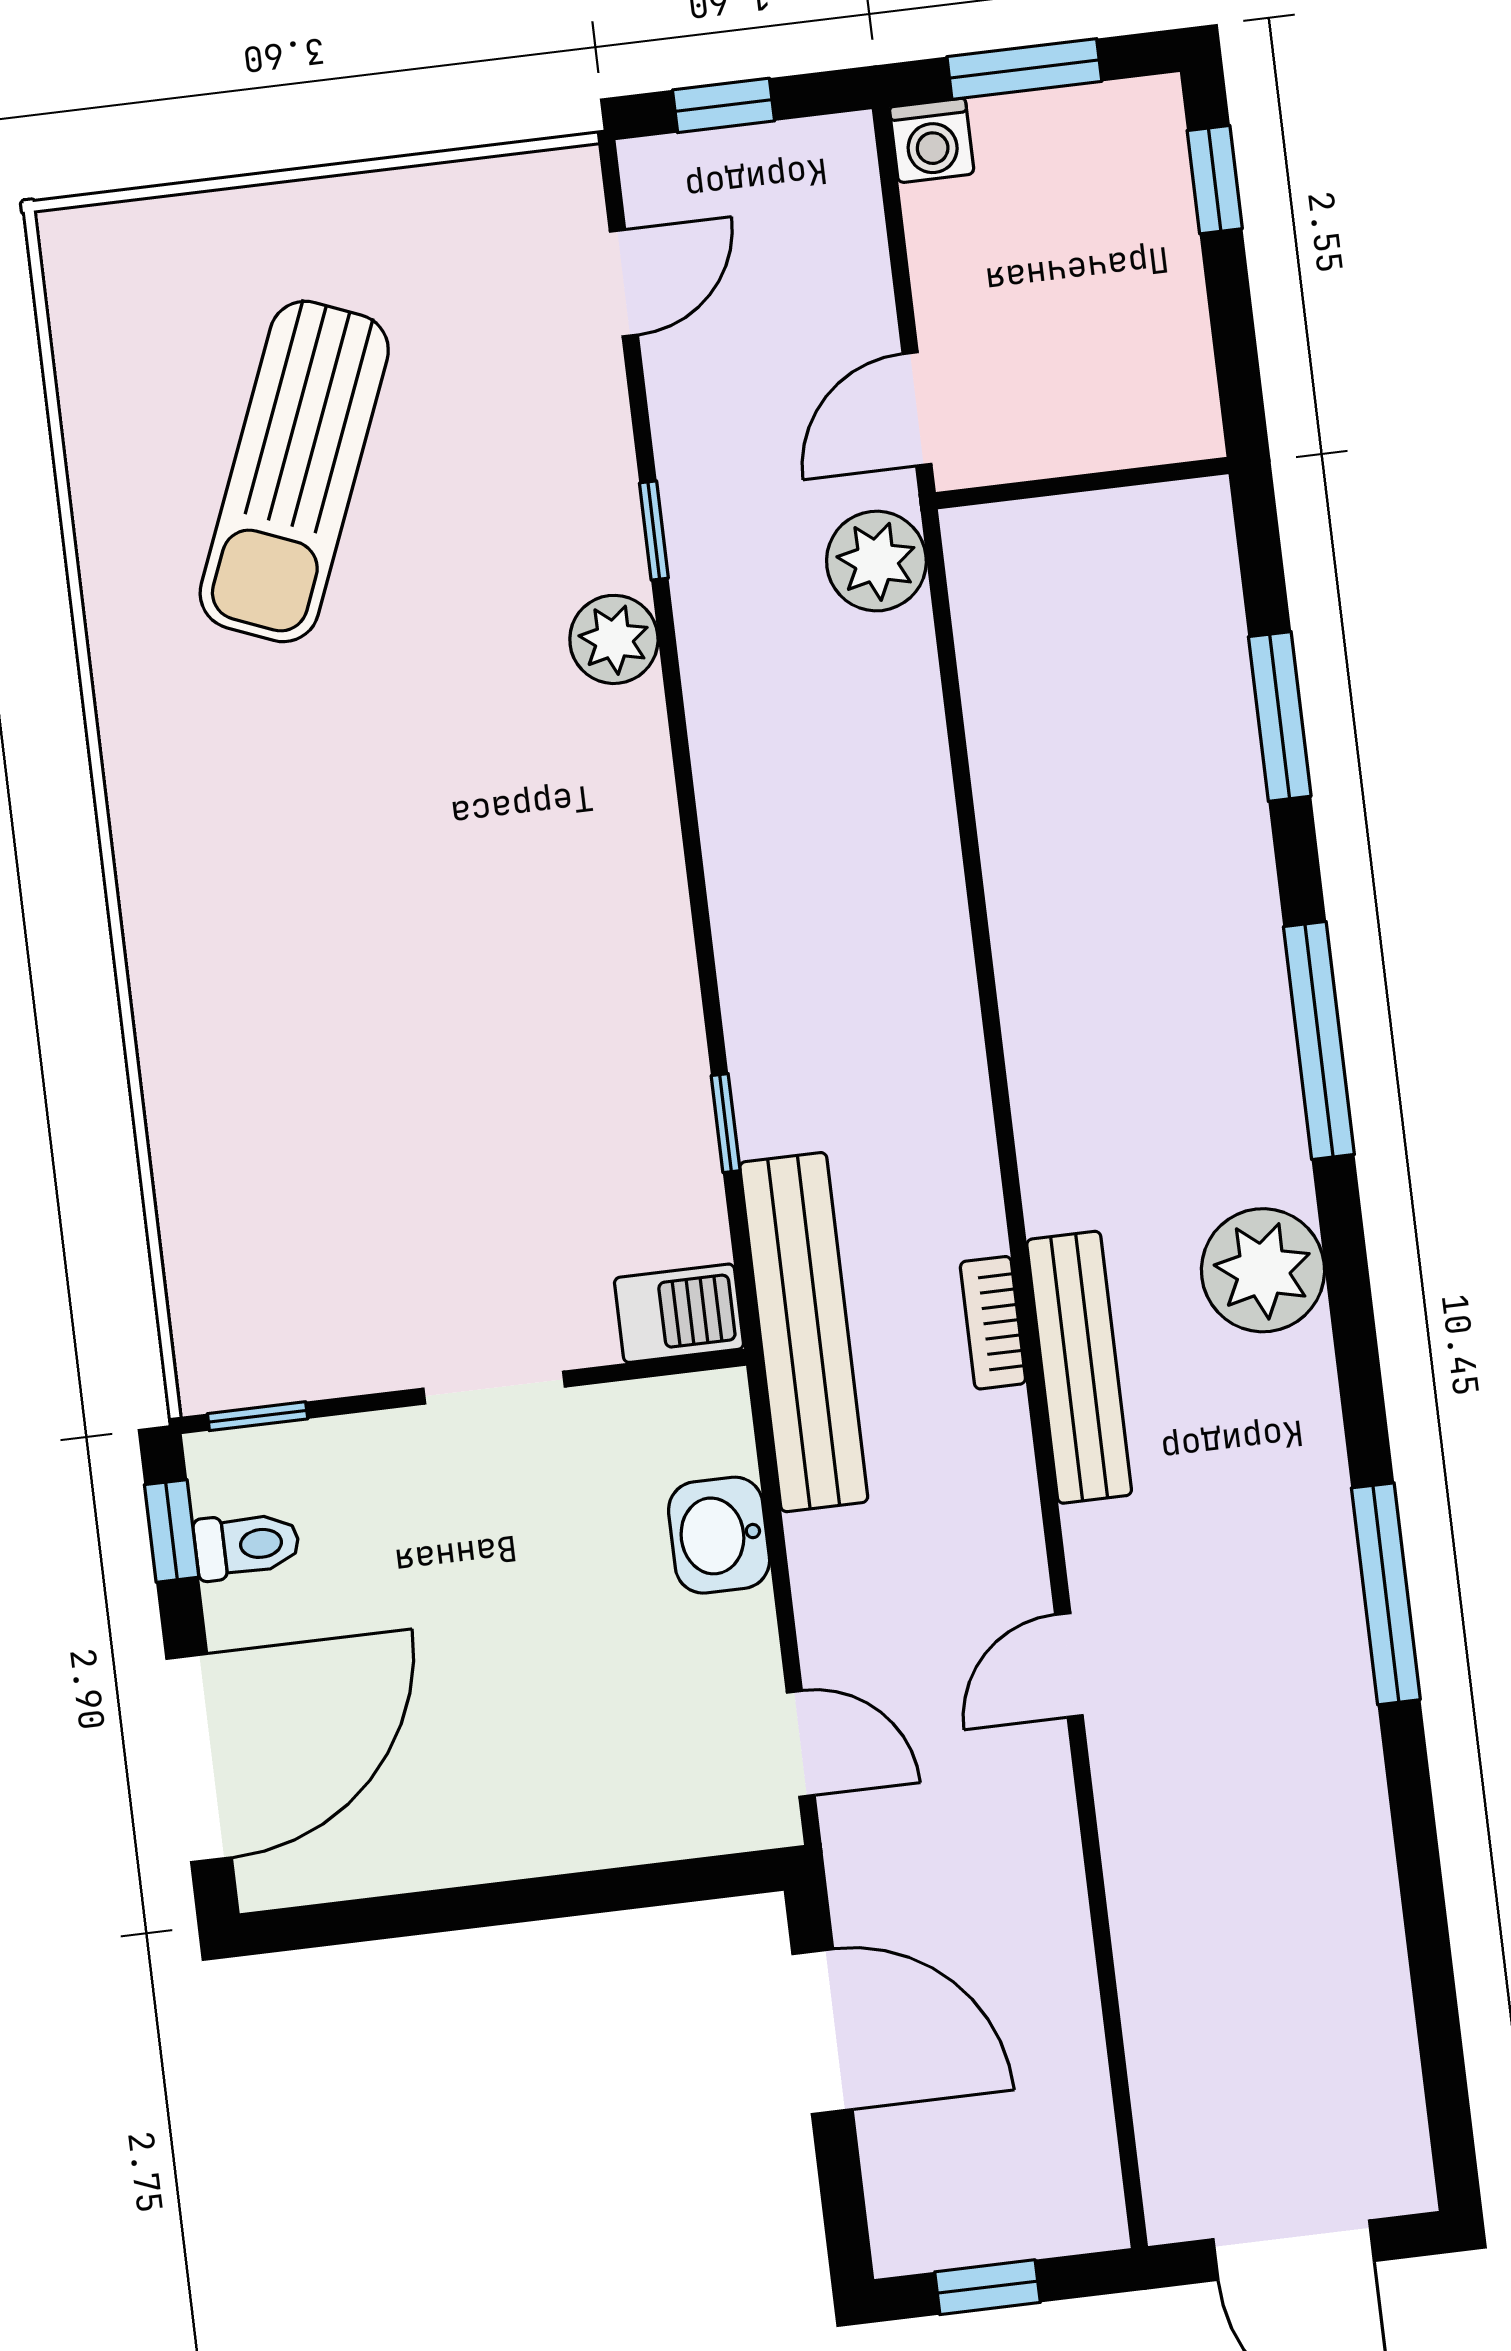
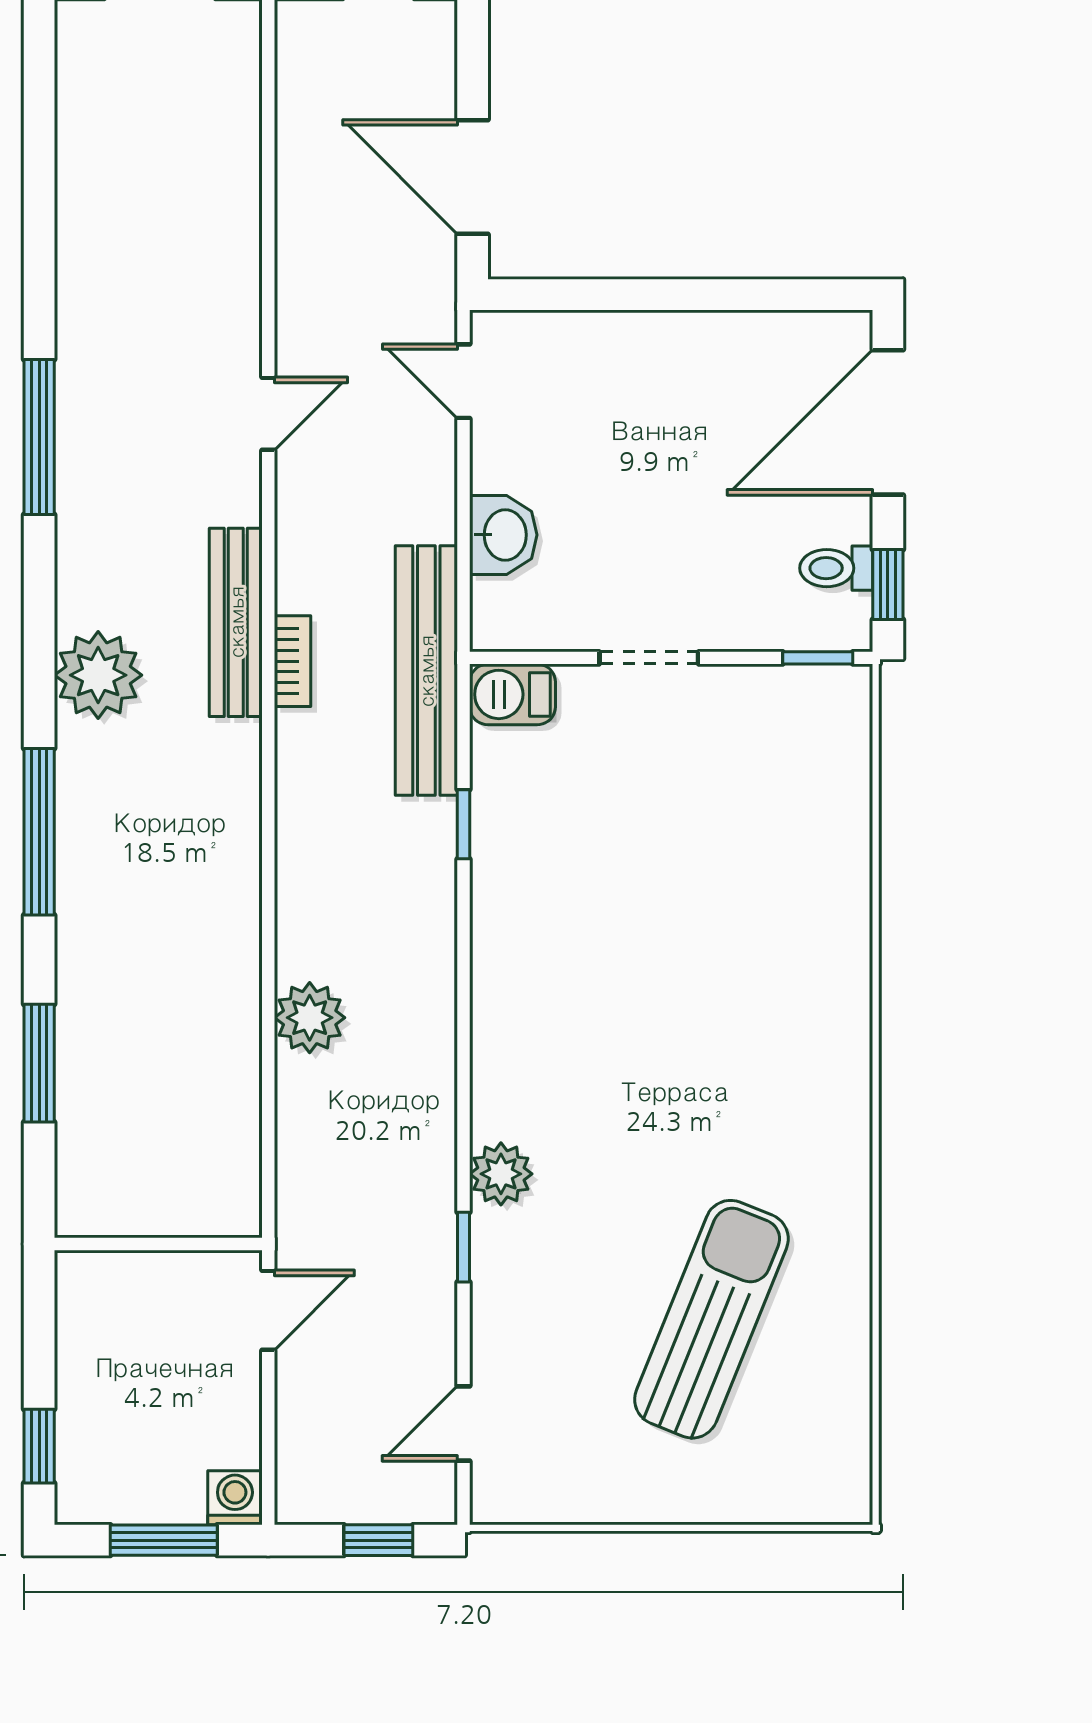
plant: (876, 561) -> (310, 1018), moved

